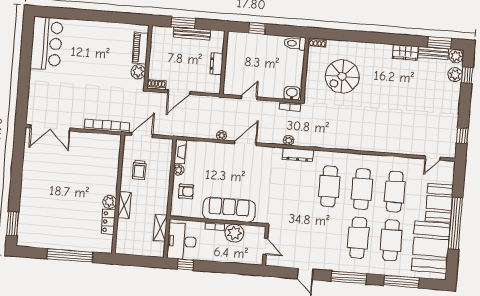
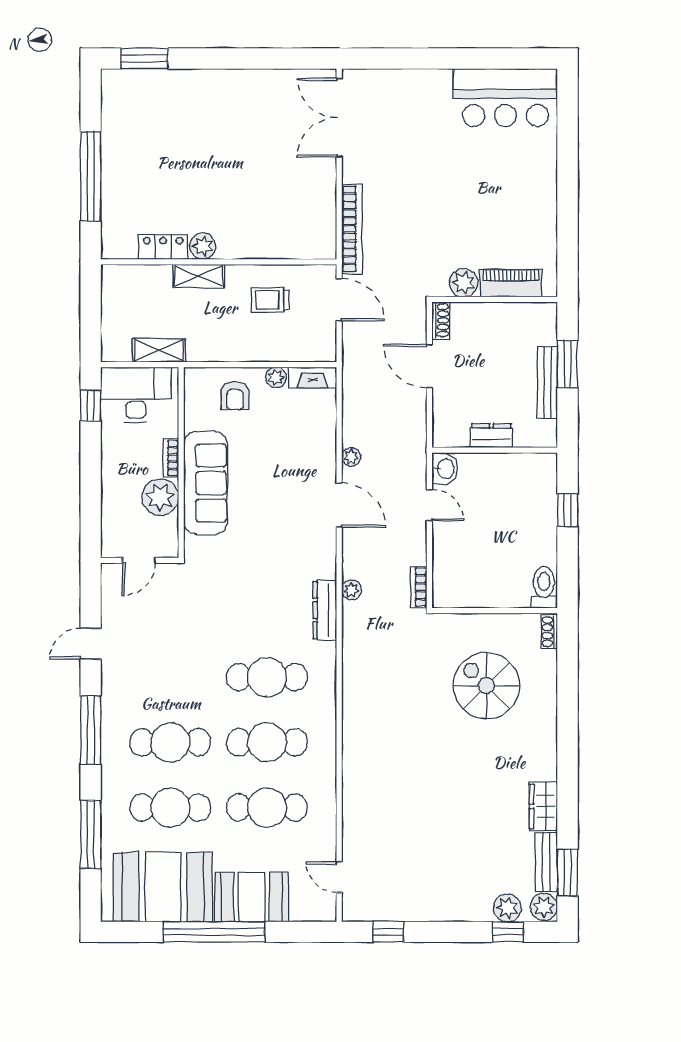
washbasin: (292, 93) -> (445, 469), moved

